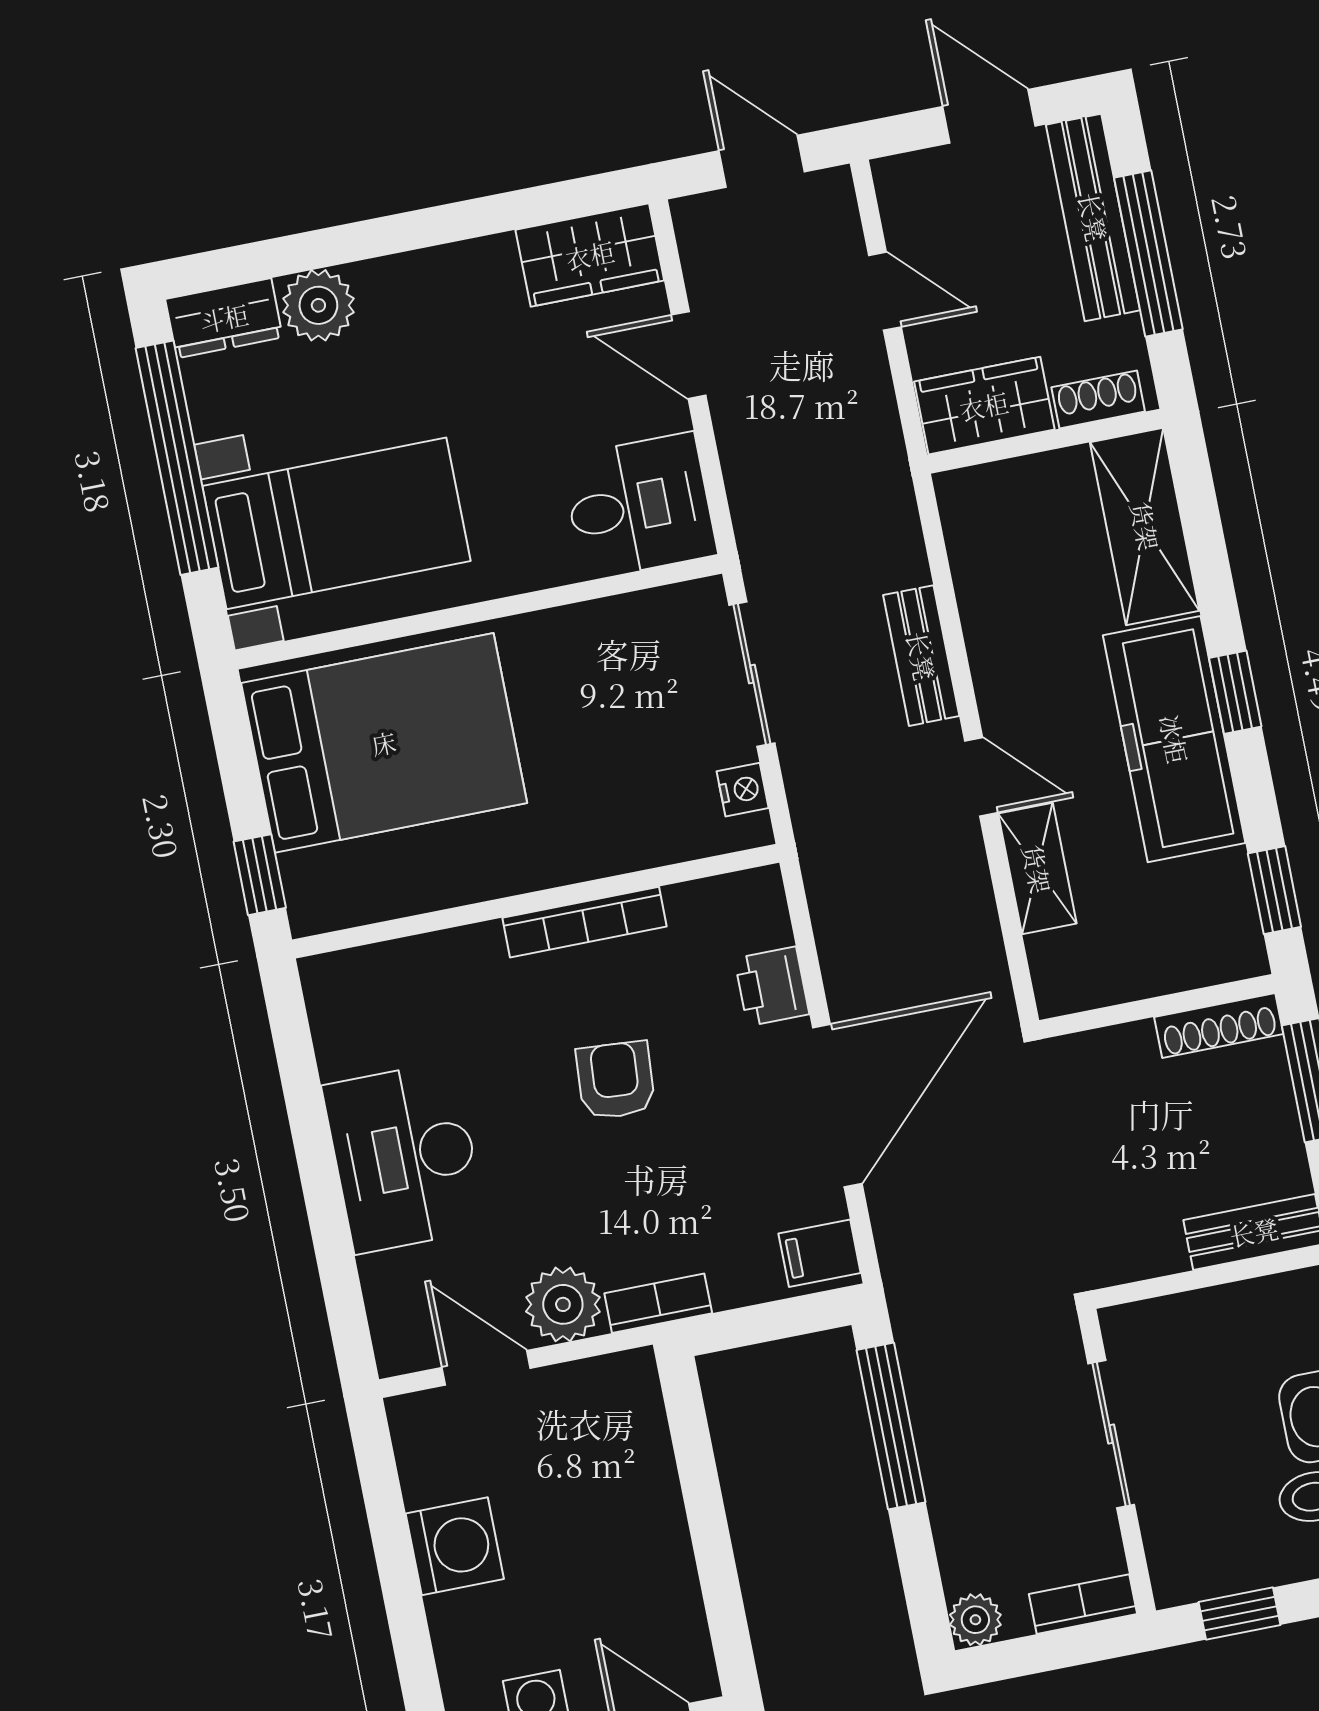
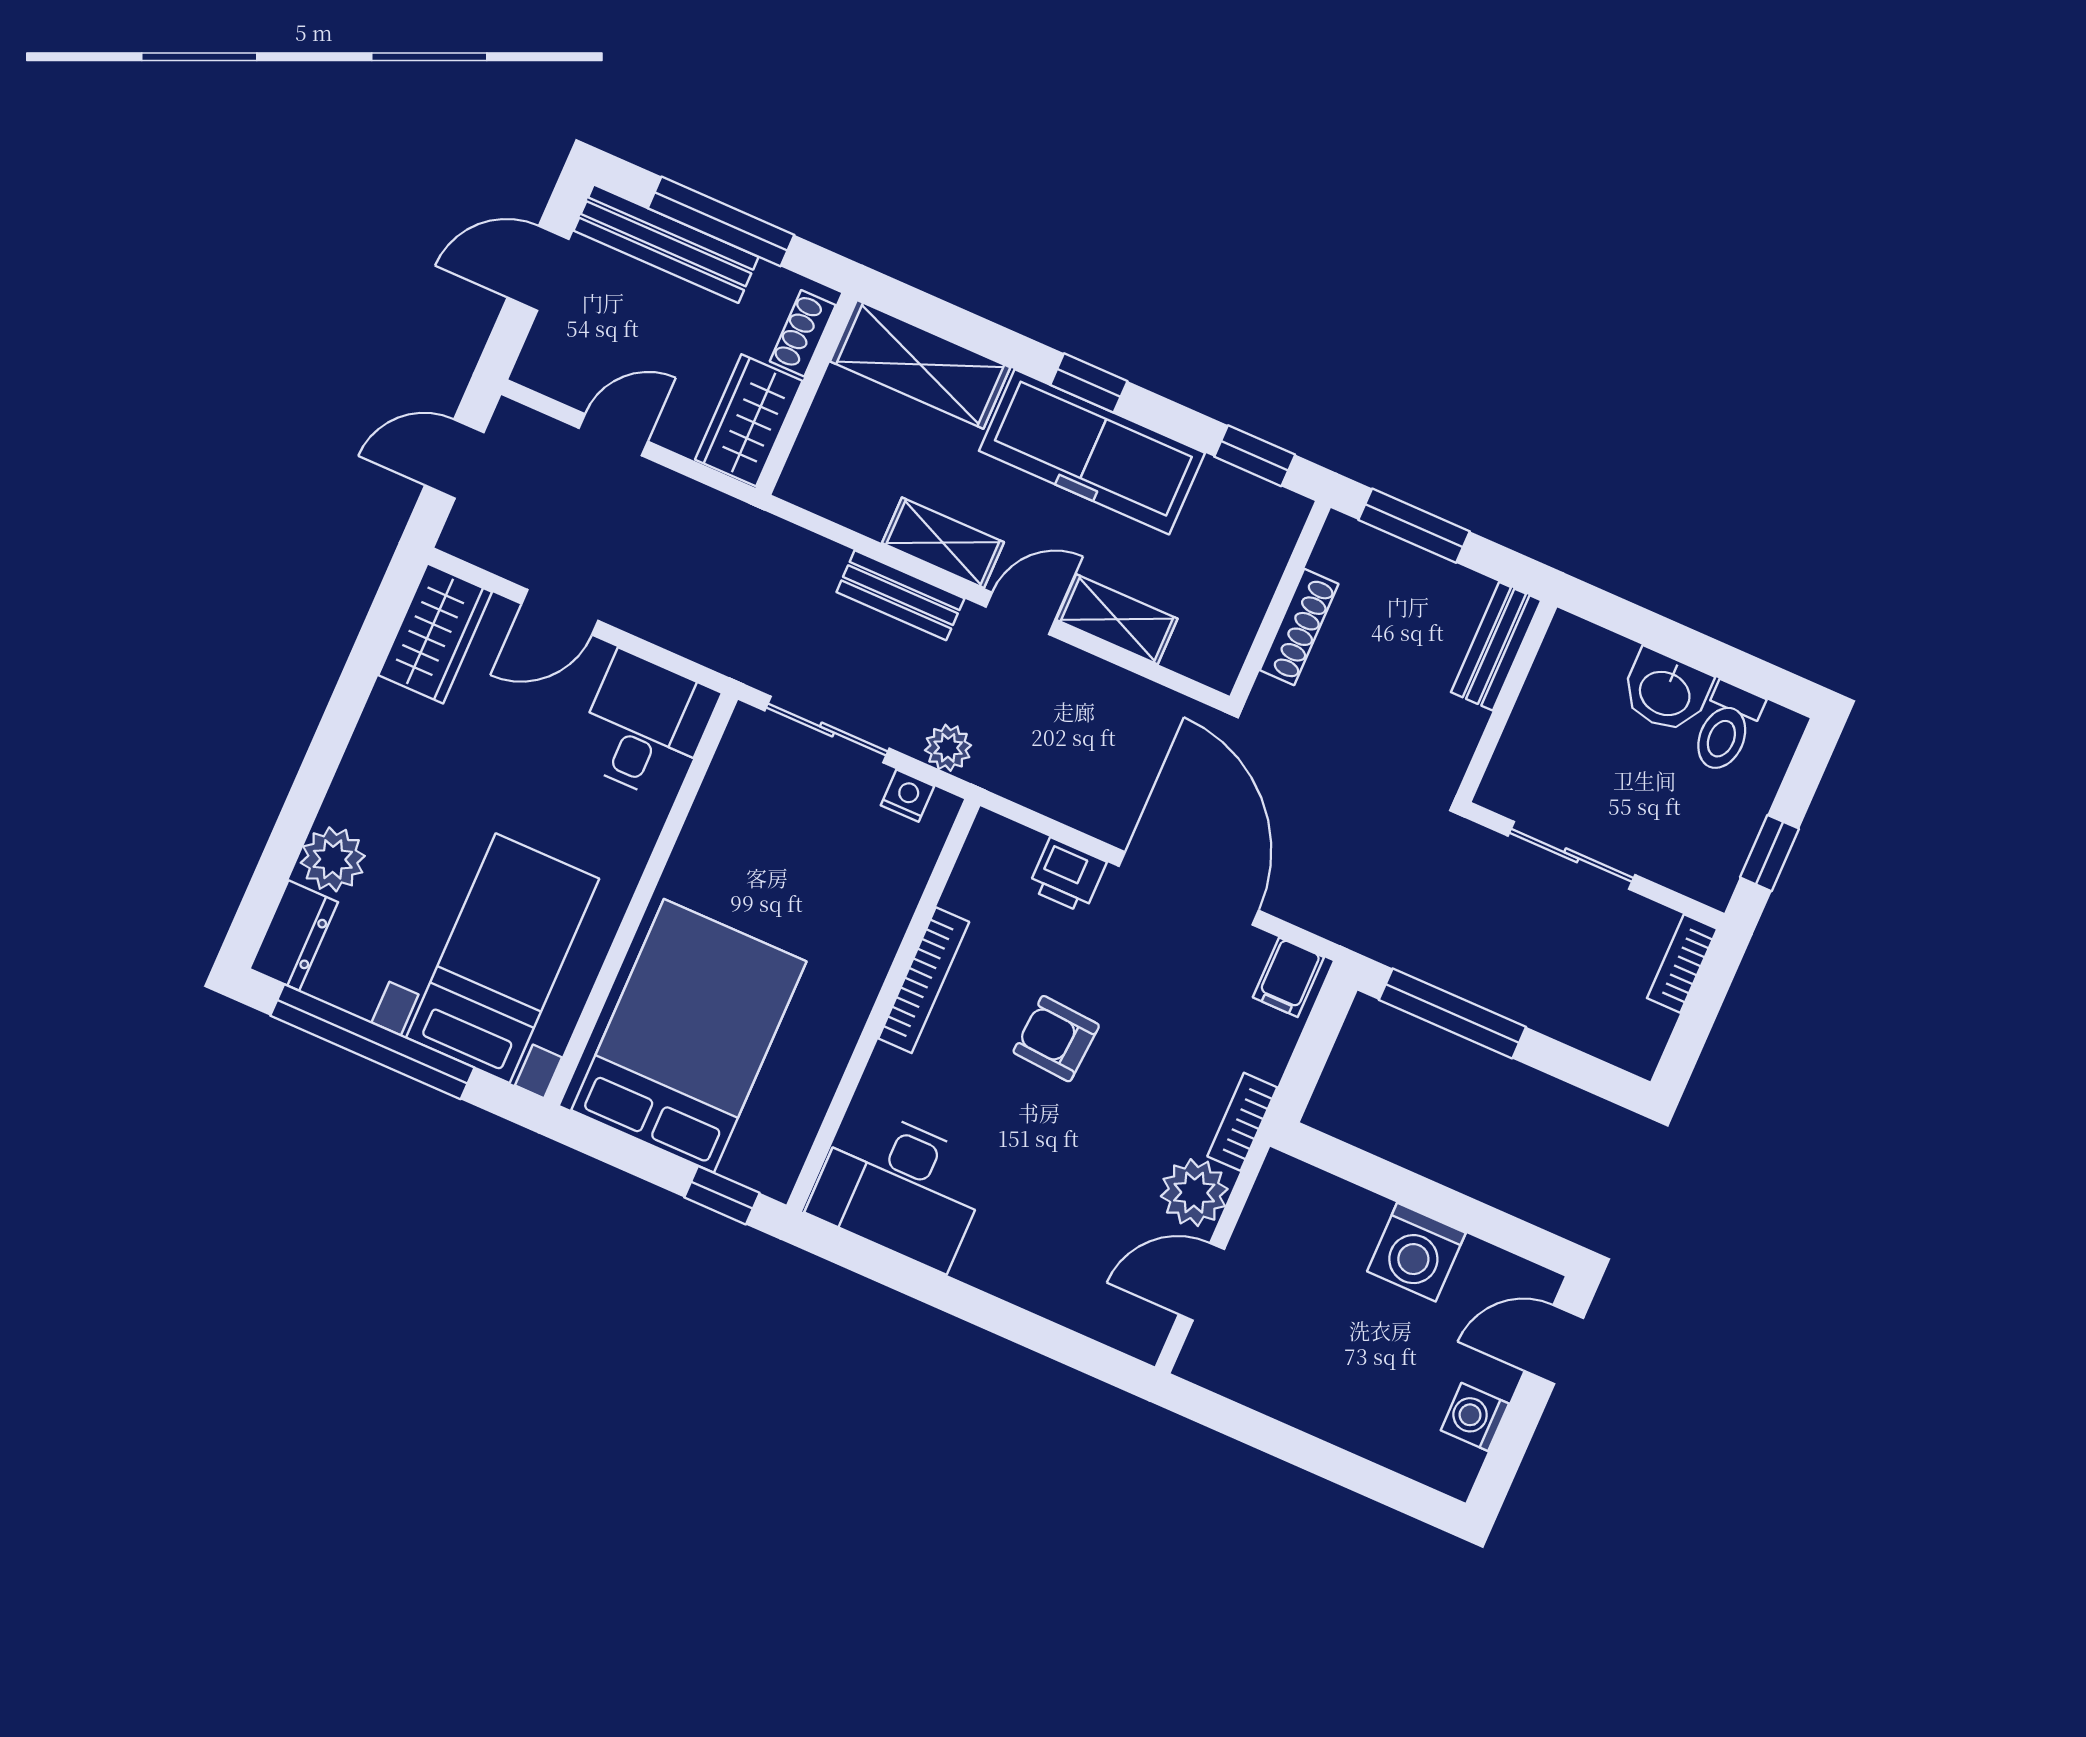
shelving: (996, 661) -> (943, 543), added
shoe rack: (1219, 1025) -> (1299, 627), moved
desk: (405, 1157) -> (900, 1188), moved
washing machine: (455, 1546) -> (1416, 1252), moved, turned 180
plant: (975, 1620) -> (948, 748), moved

